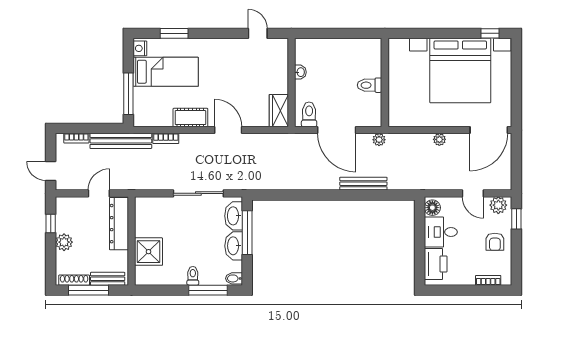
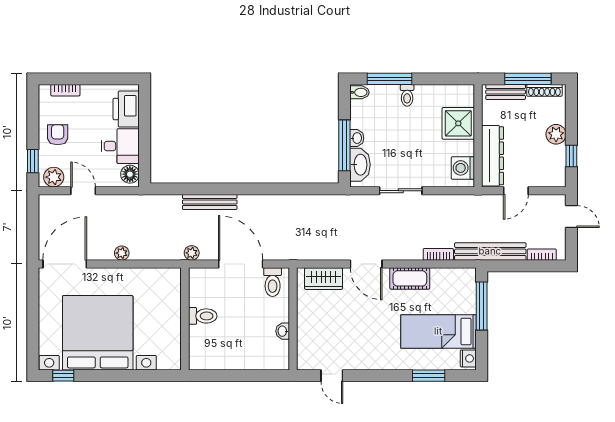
wardrobe: (279, 111) -> (324, 279), moved, turned 90
sliding door: (198, 193) -> (401, 191), width x0.73
washing machine: (145, 213) -> (463, 168), added
washbasin: (234, 246) -> (357, 138), width x0.52, depth x0.69

